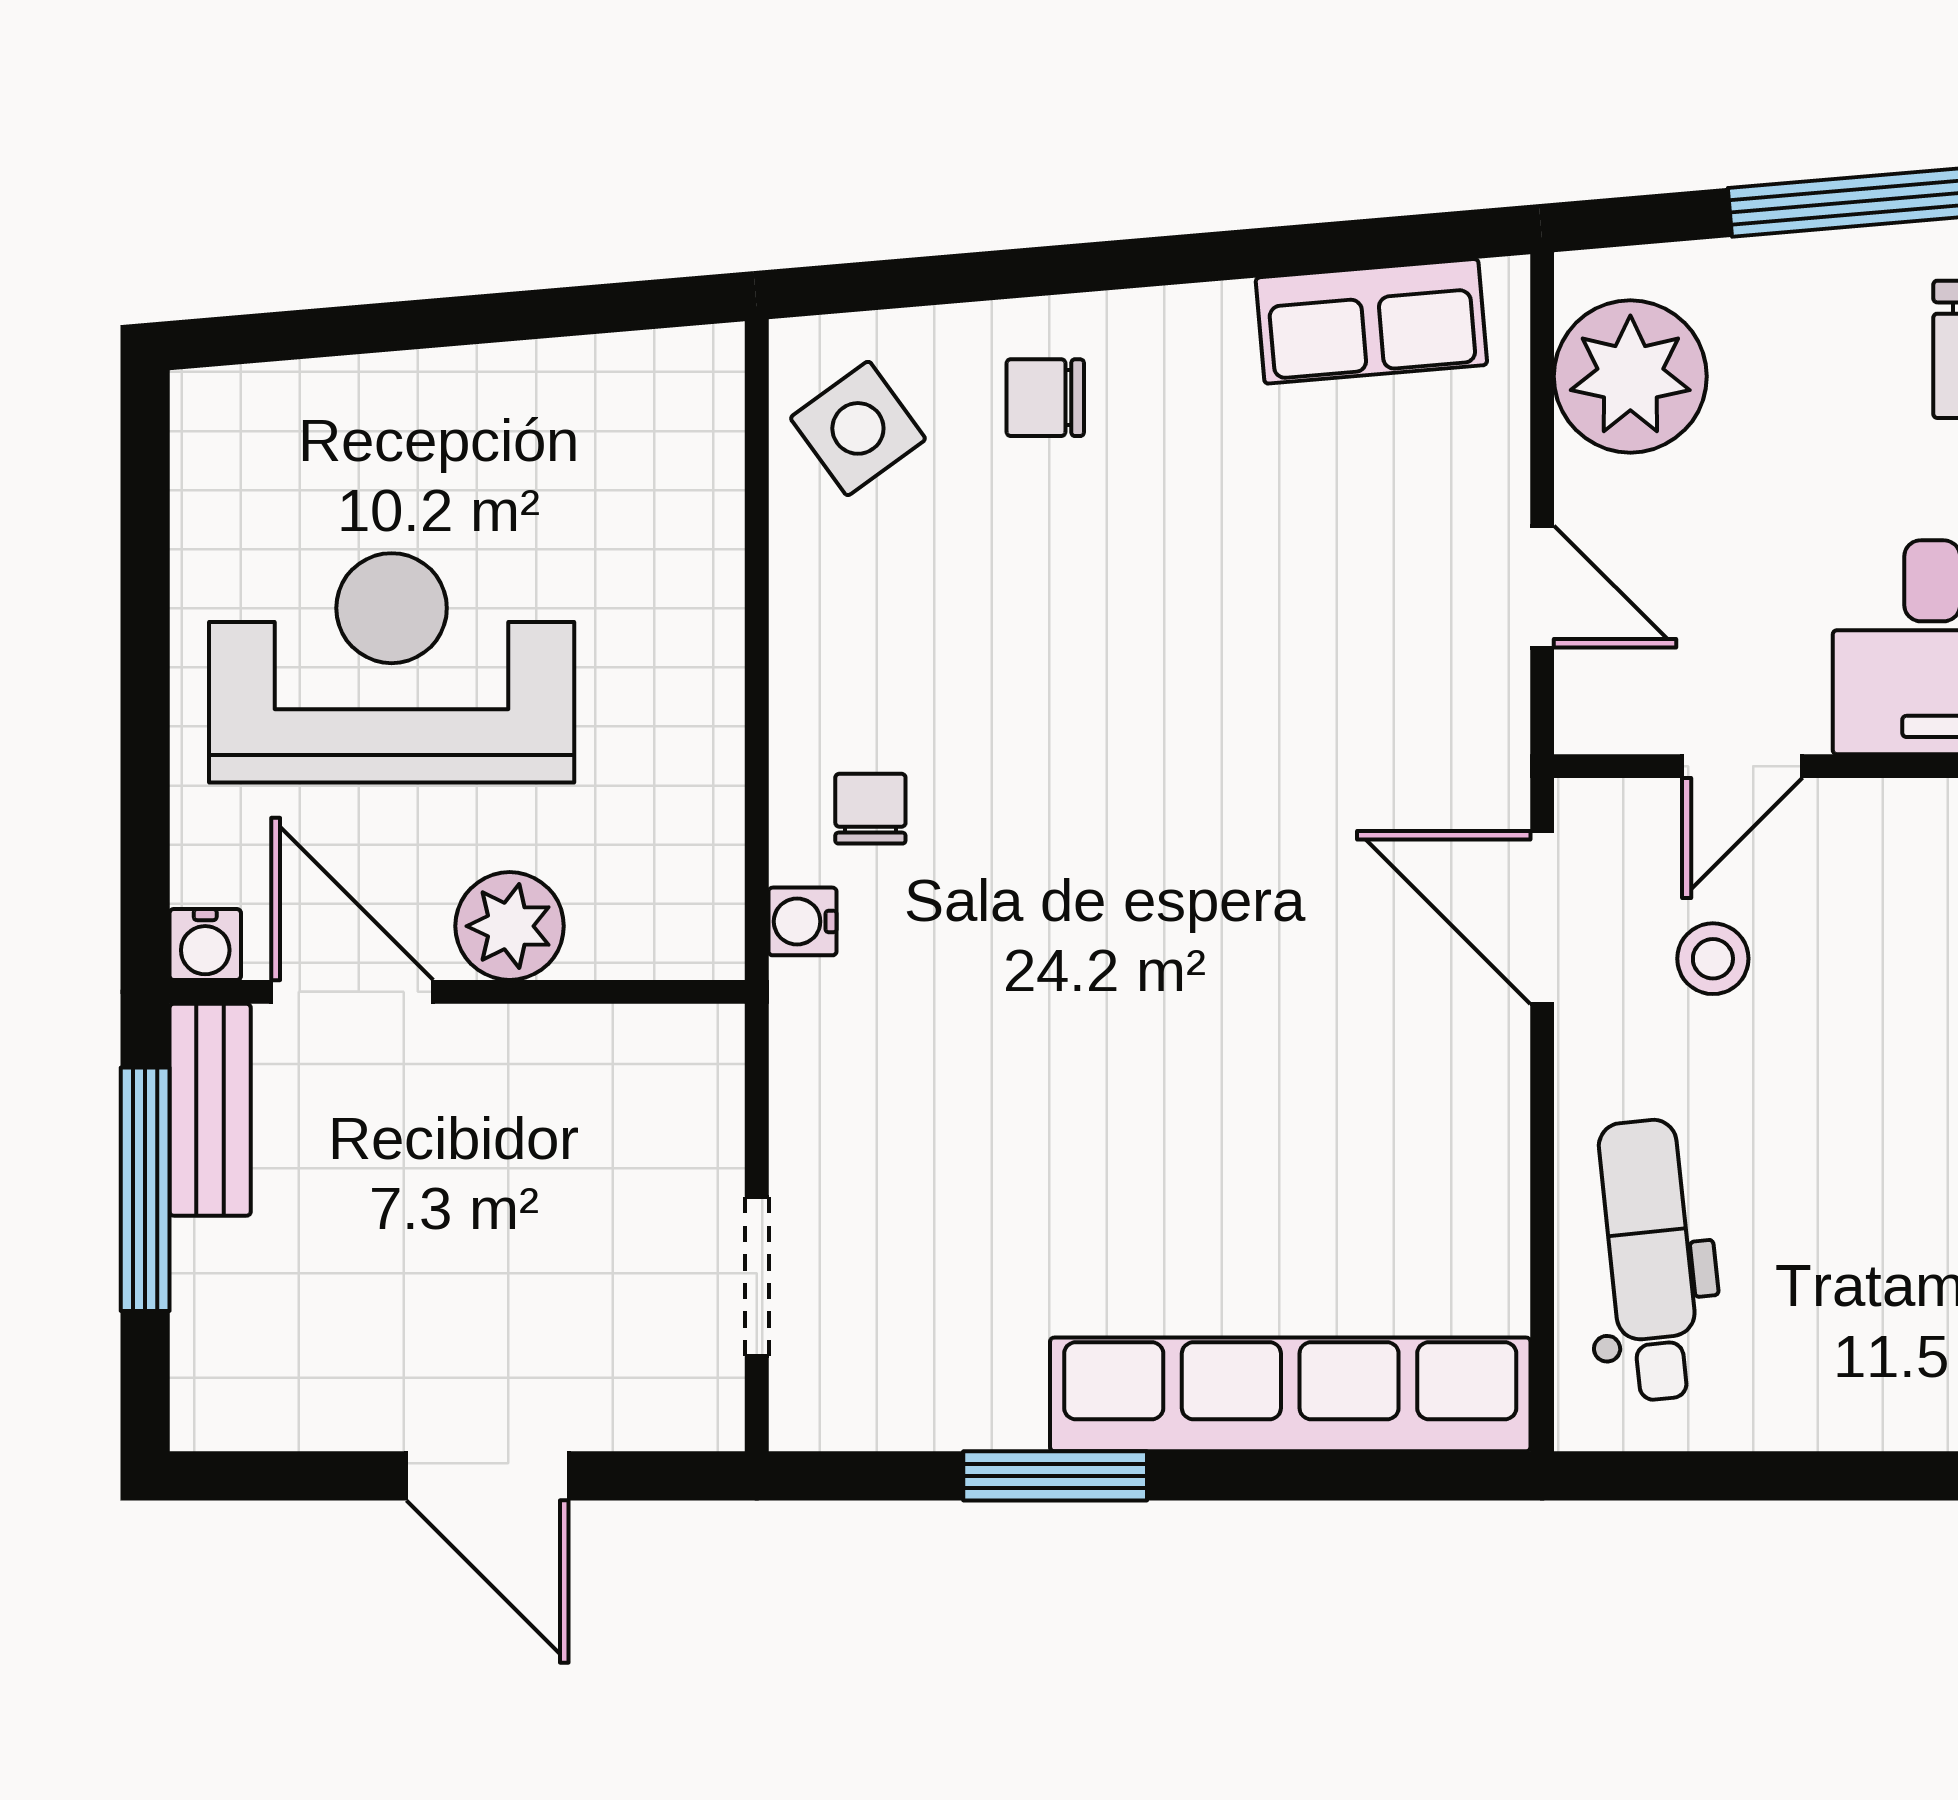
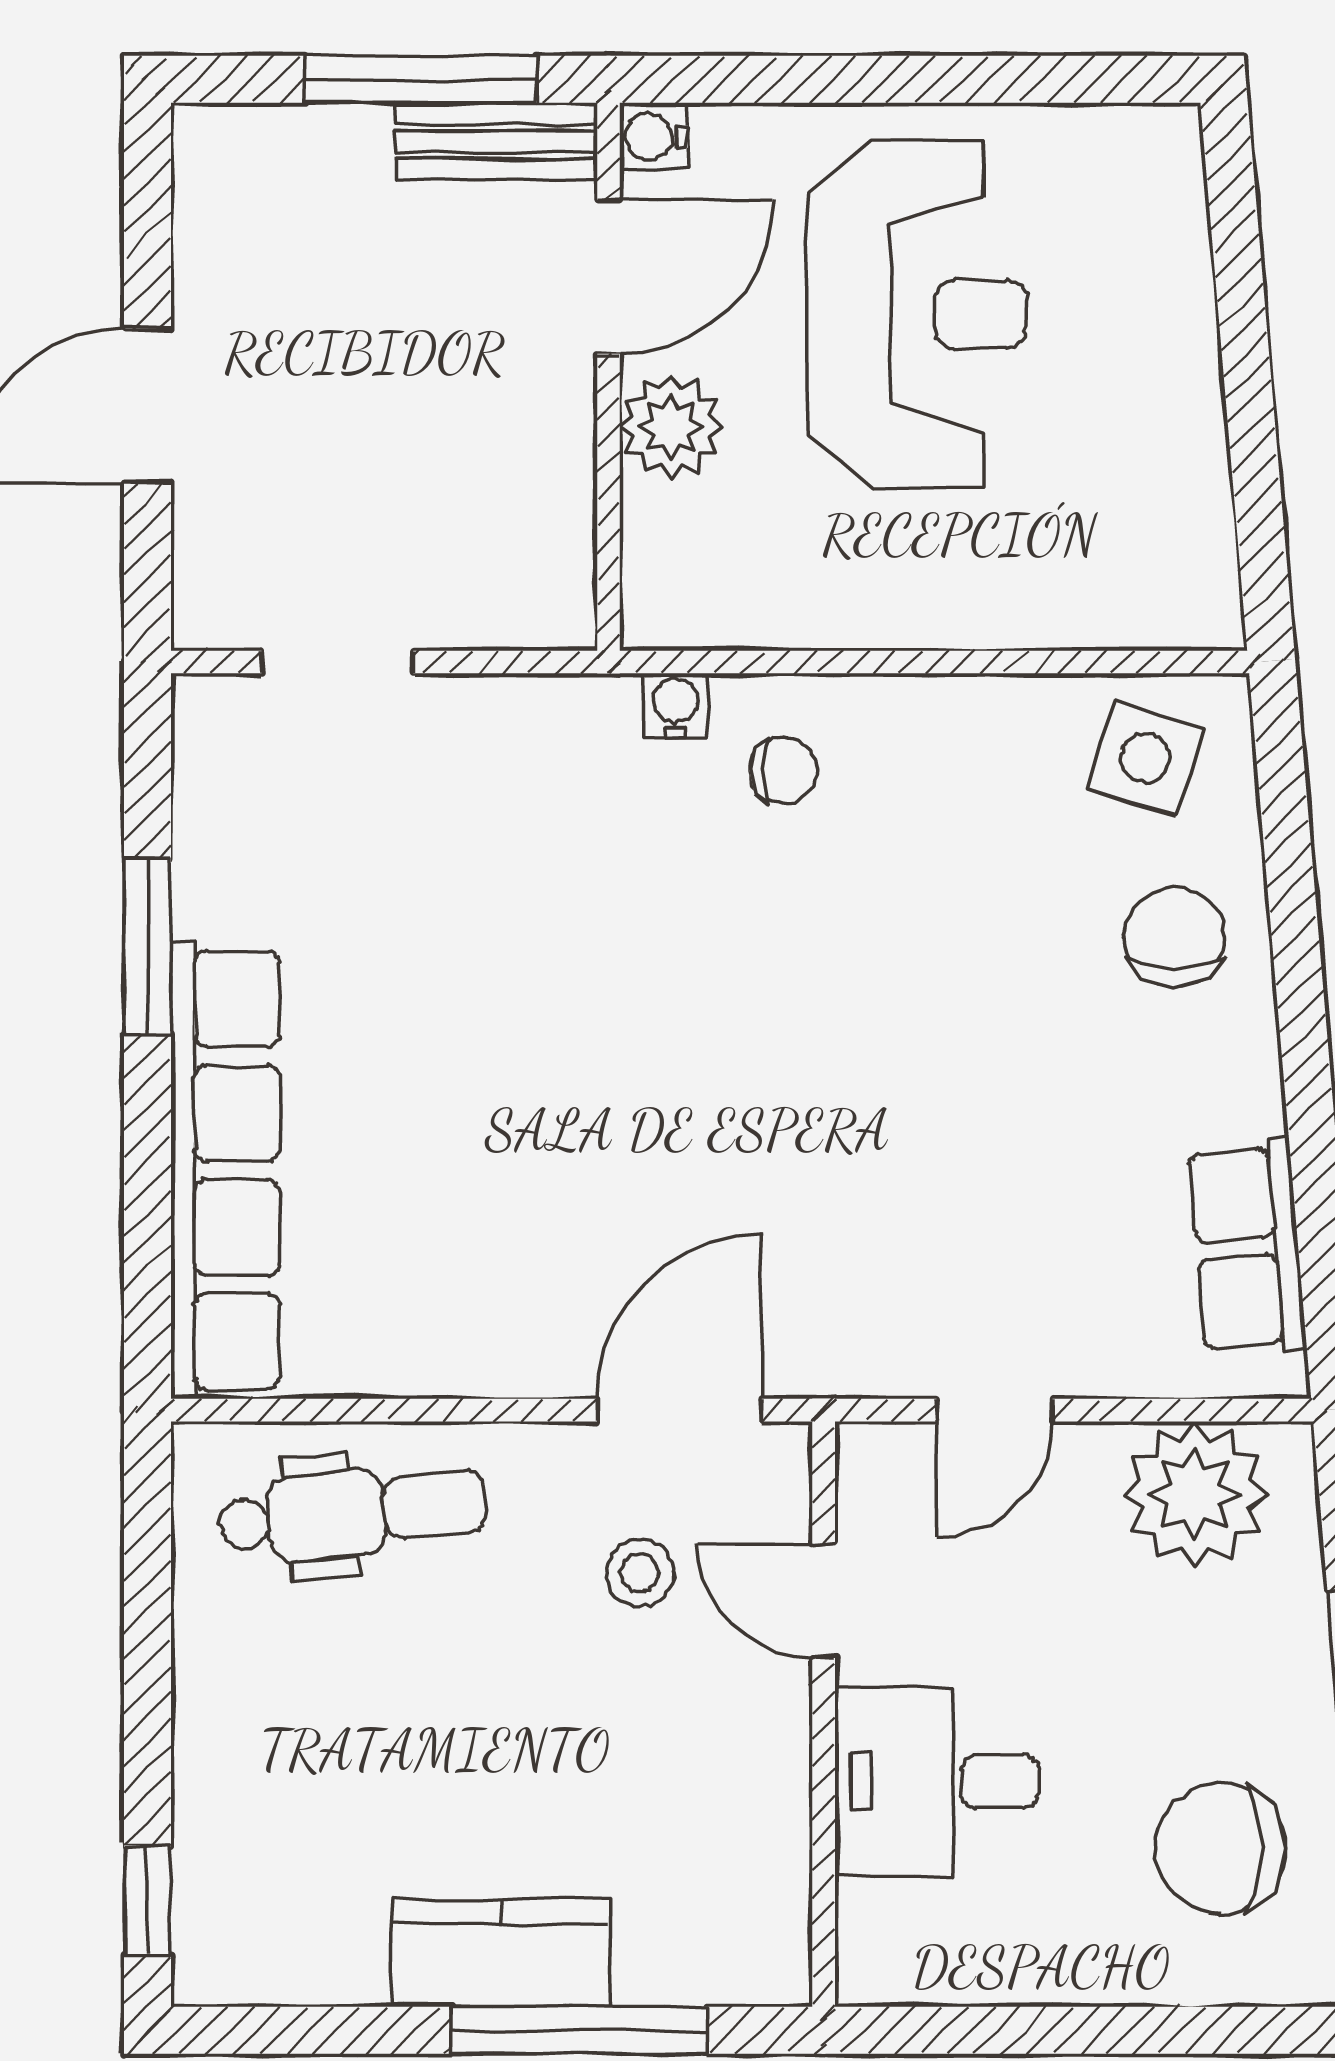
chair: (1045, 398) -> (1175, 937), width x1.37, depth x1.37
side table: (858, 428) -> (1145, 758), turned -36

